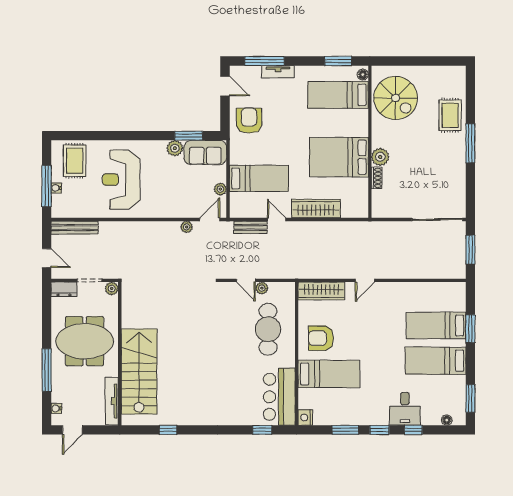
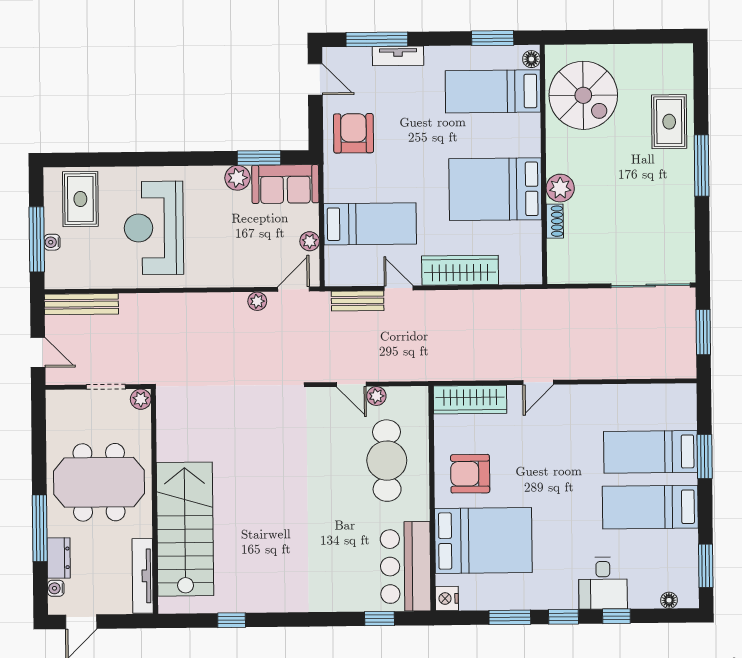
dresser: (64, 289) -> (59, 558), moved, turned -90
bed: (329, 374) -> (483, 541), width x1.50

